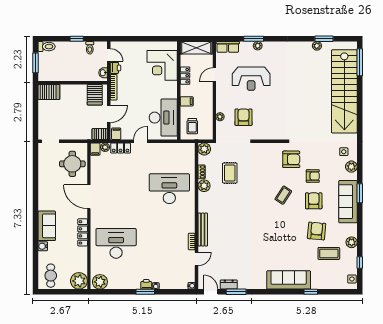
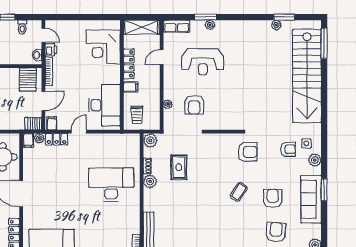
locker: (185, 76) -> (129, 64), width x1.53
armchair: (243, 117) -> (194, 105), turned 180
armchair: (313, 176) -> (288, 149), moved

